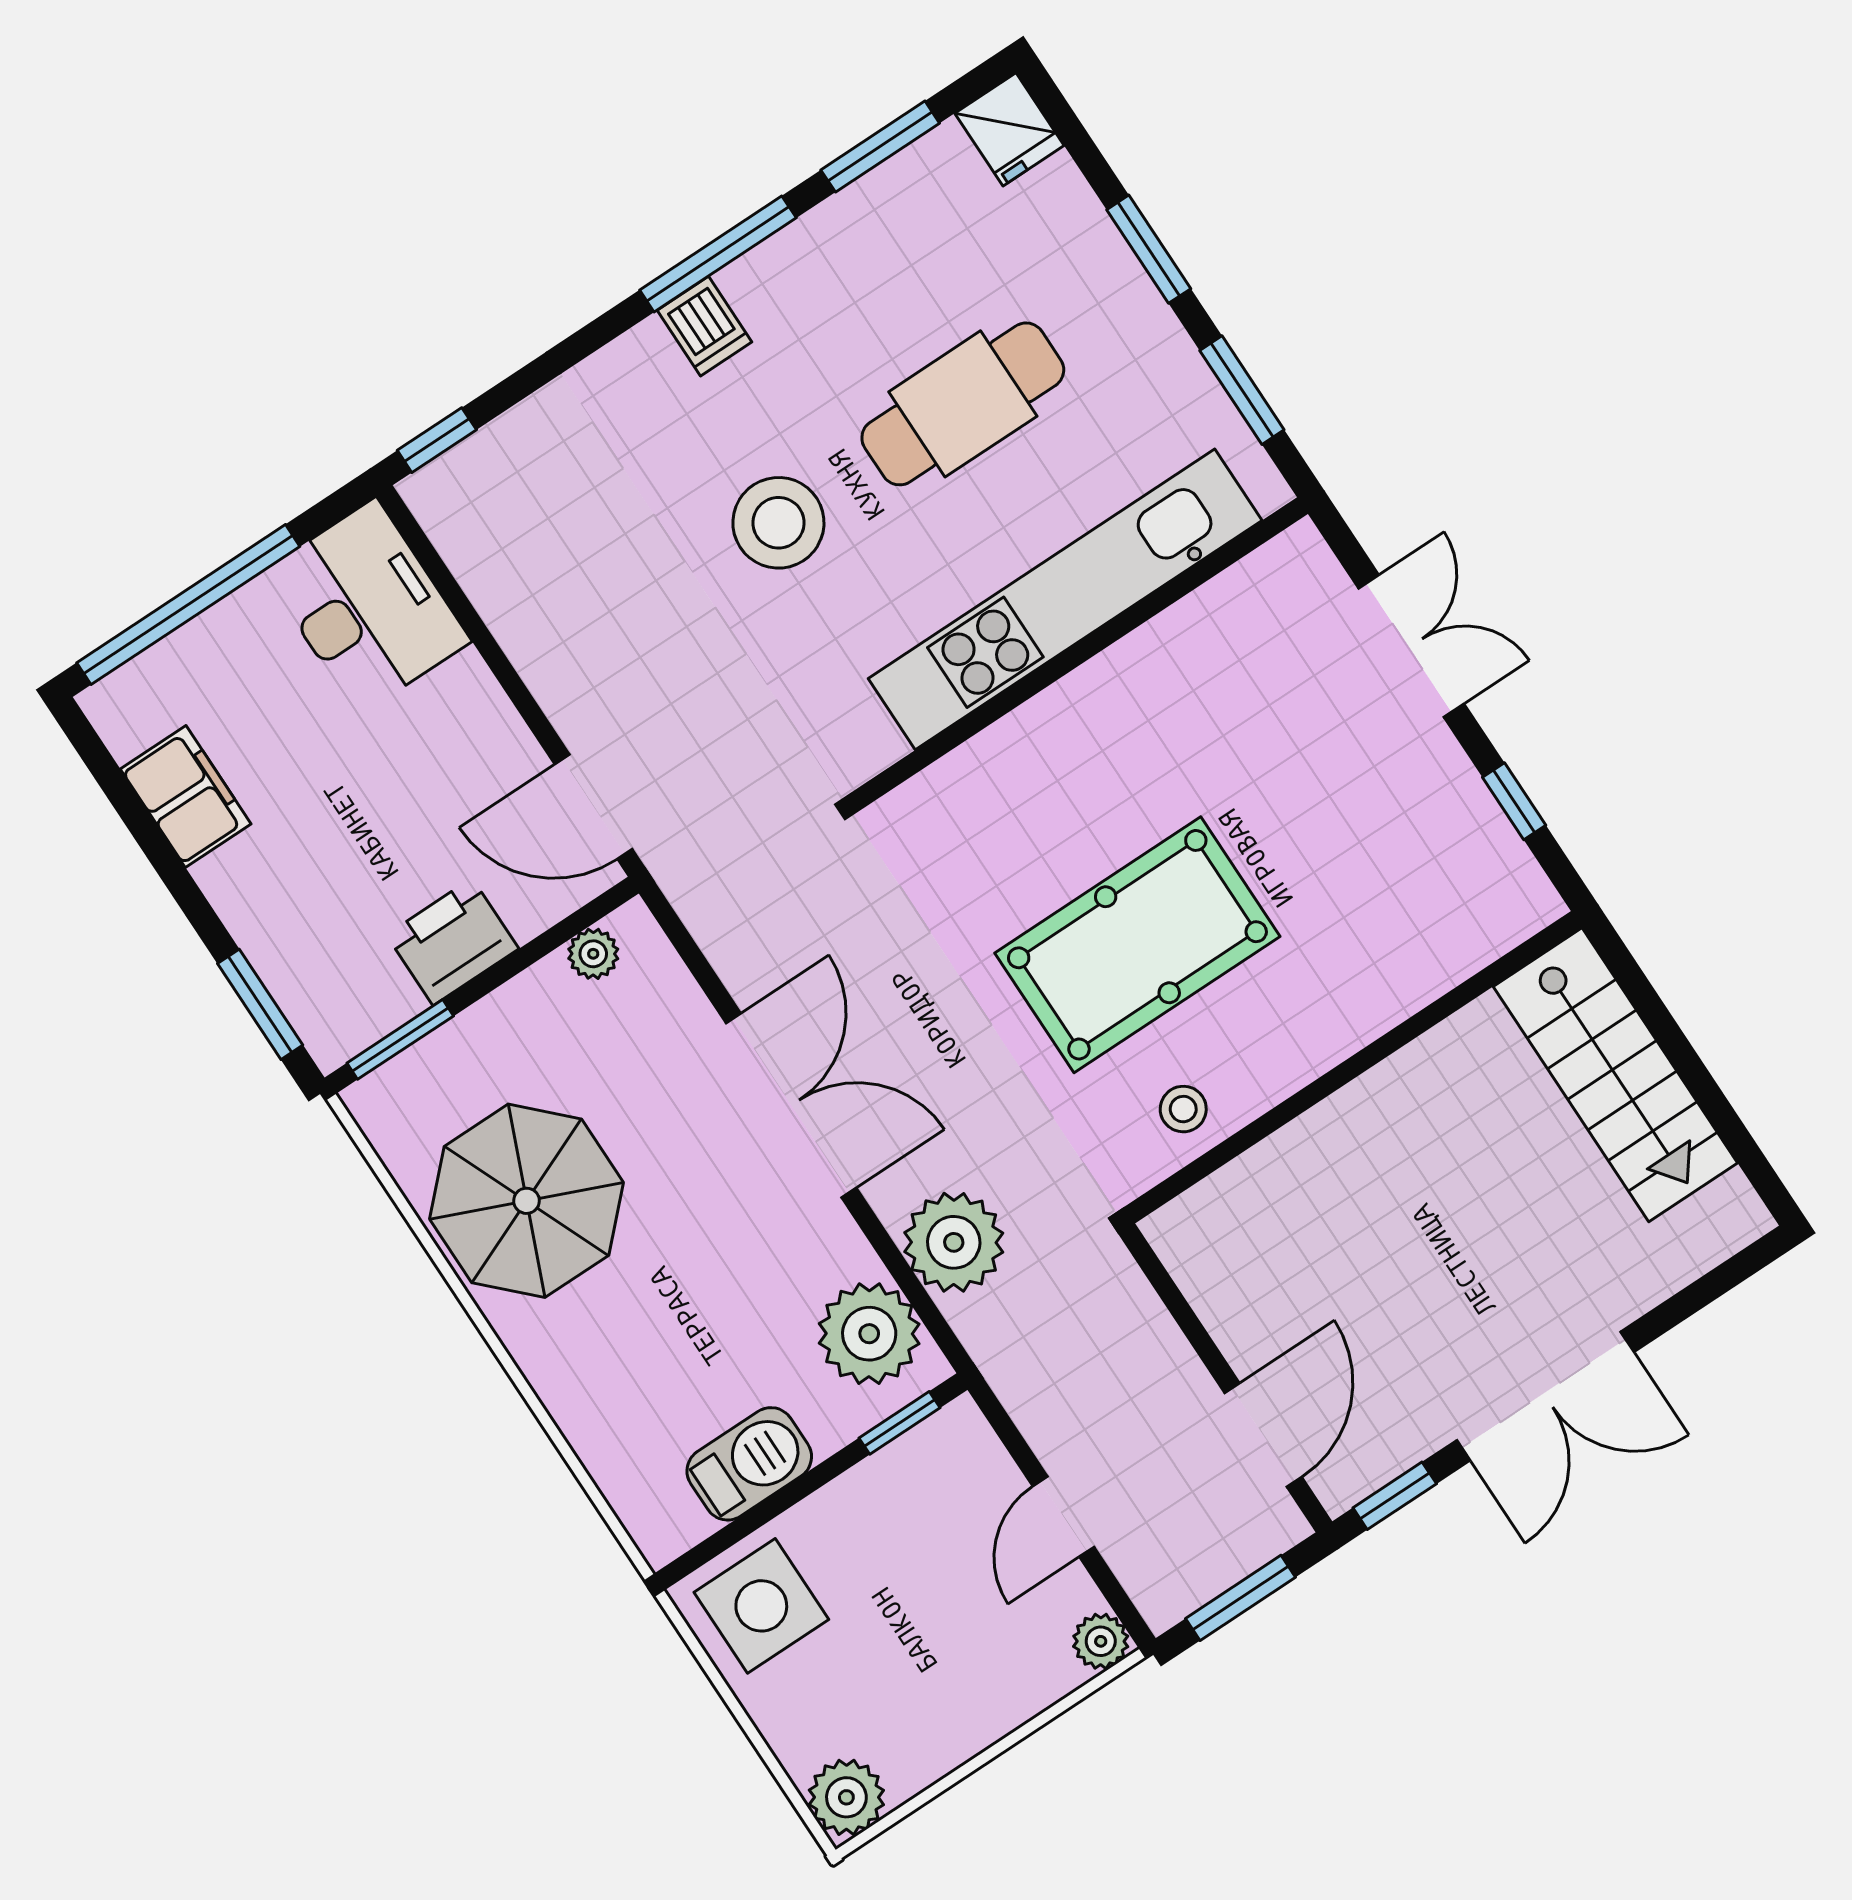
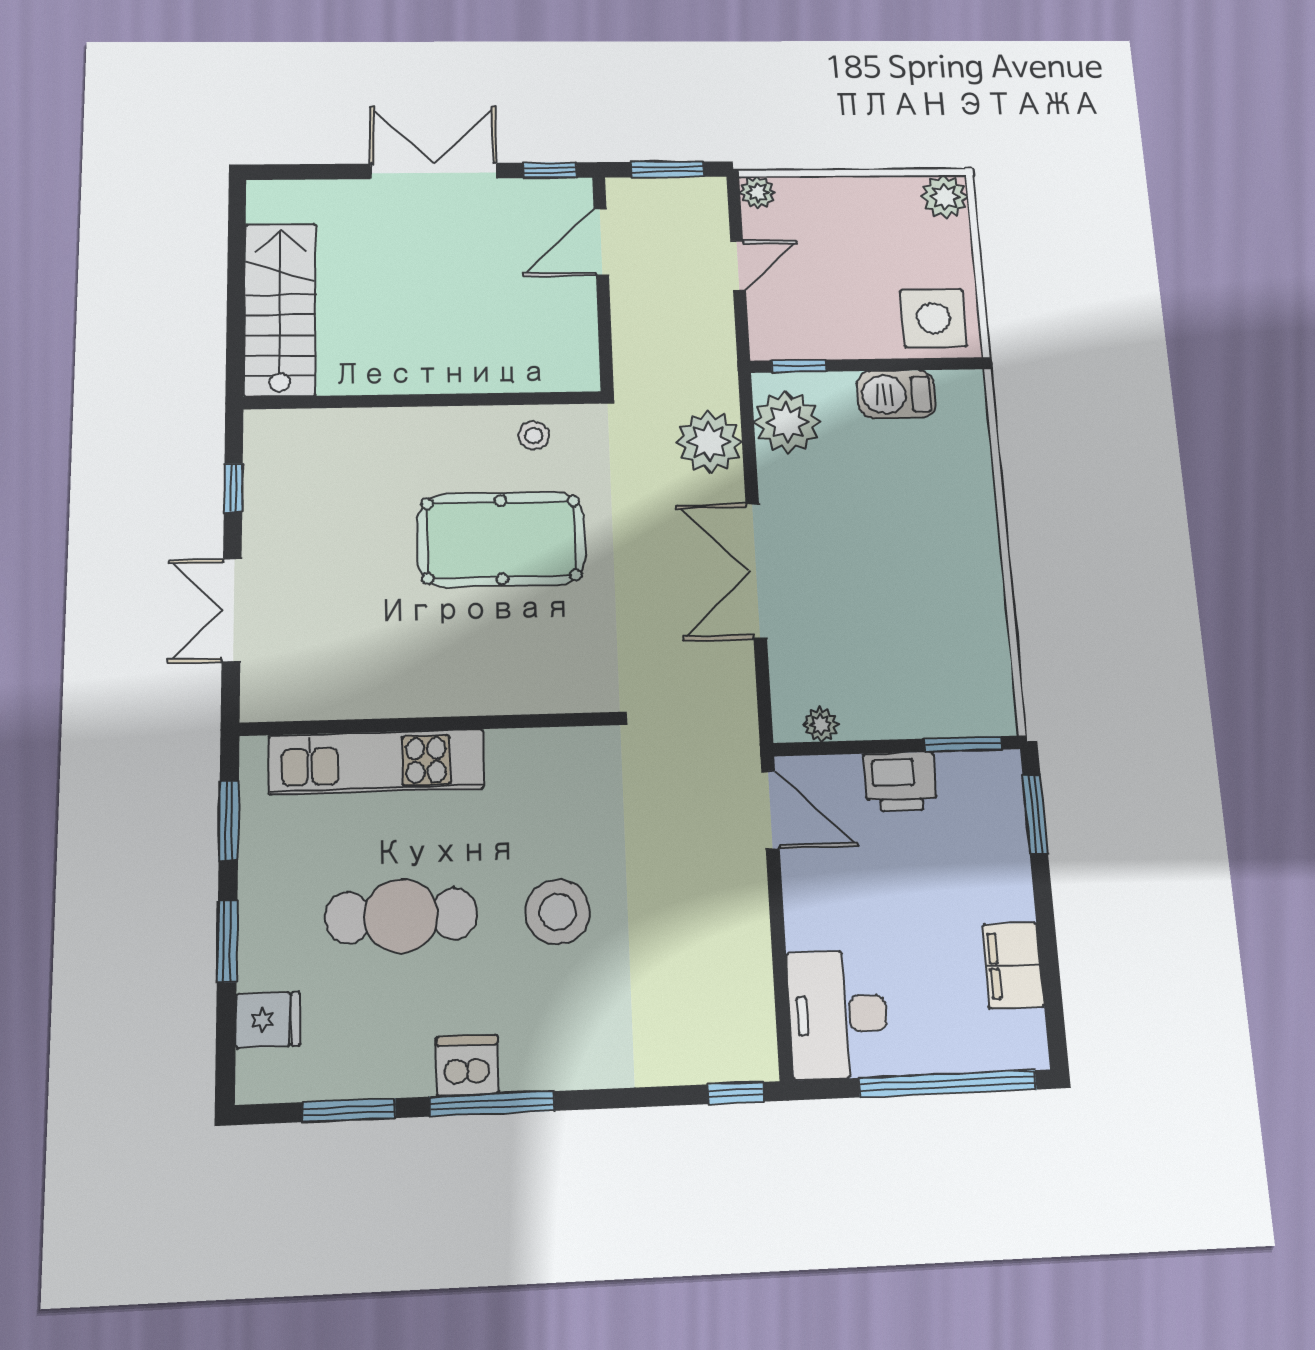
fridge: (1009, 129) -> (268, 1020), moved, turned 90
dishwasher: (704, 326) -> (467, 1065), moved, width x1.38
kitchen unit: (1065, 599) -> (377, 762), width x0.73
parasol: (527, 1201) -> (941, 609), removed

